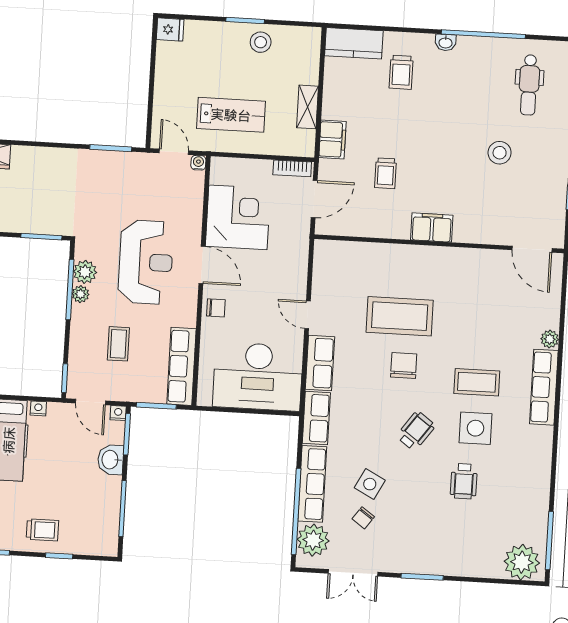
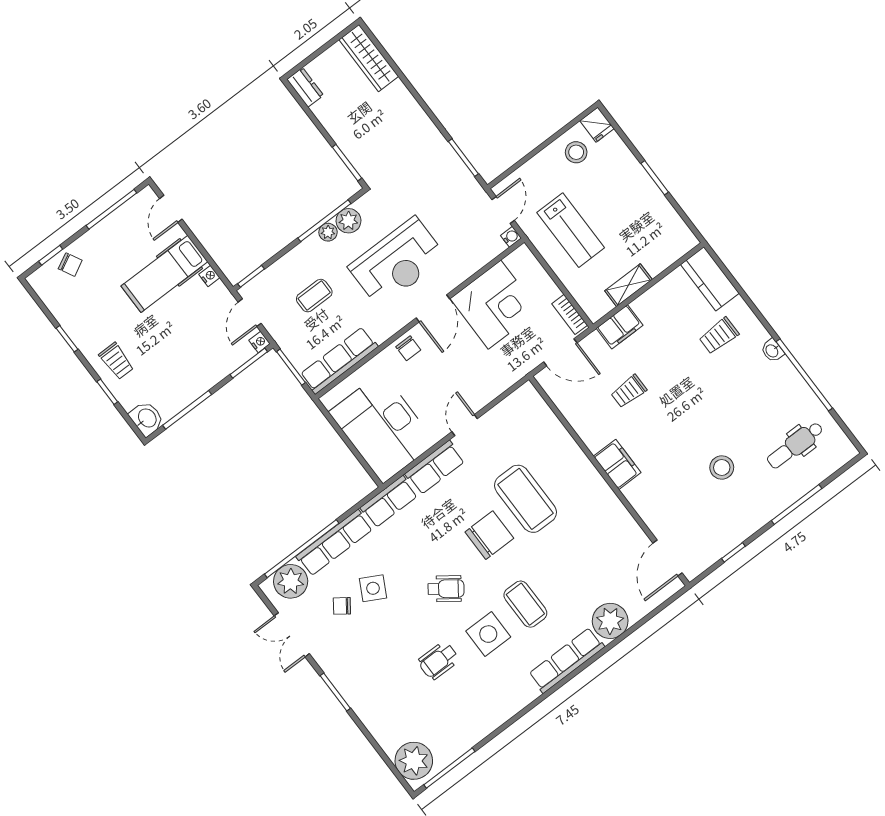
stool: (261, 42) -> (576, 152), moved
plant: (550, 339) -> (610, 621), width x1.87, depth x1.87
chair: (404, 365) -> (489, 535), width x1.37, depth x1.37
washbasin: (111, 460) -> (147, 418), moved, turned 90

